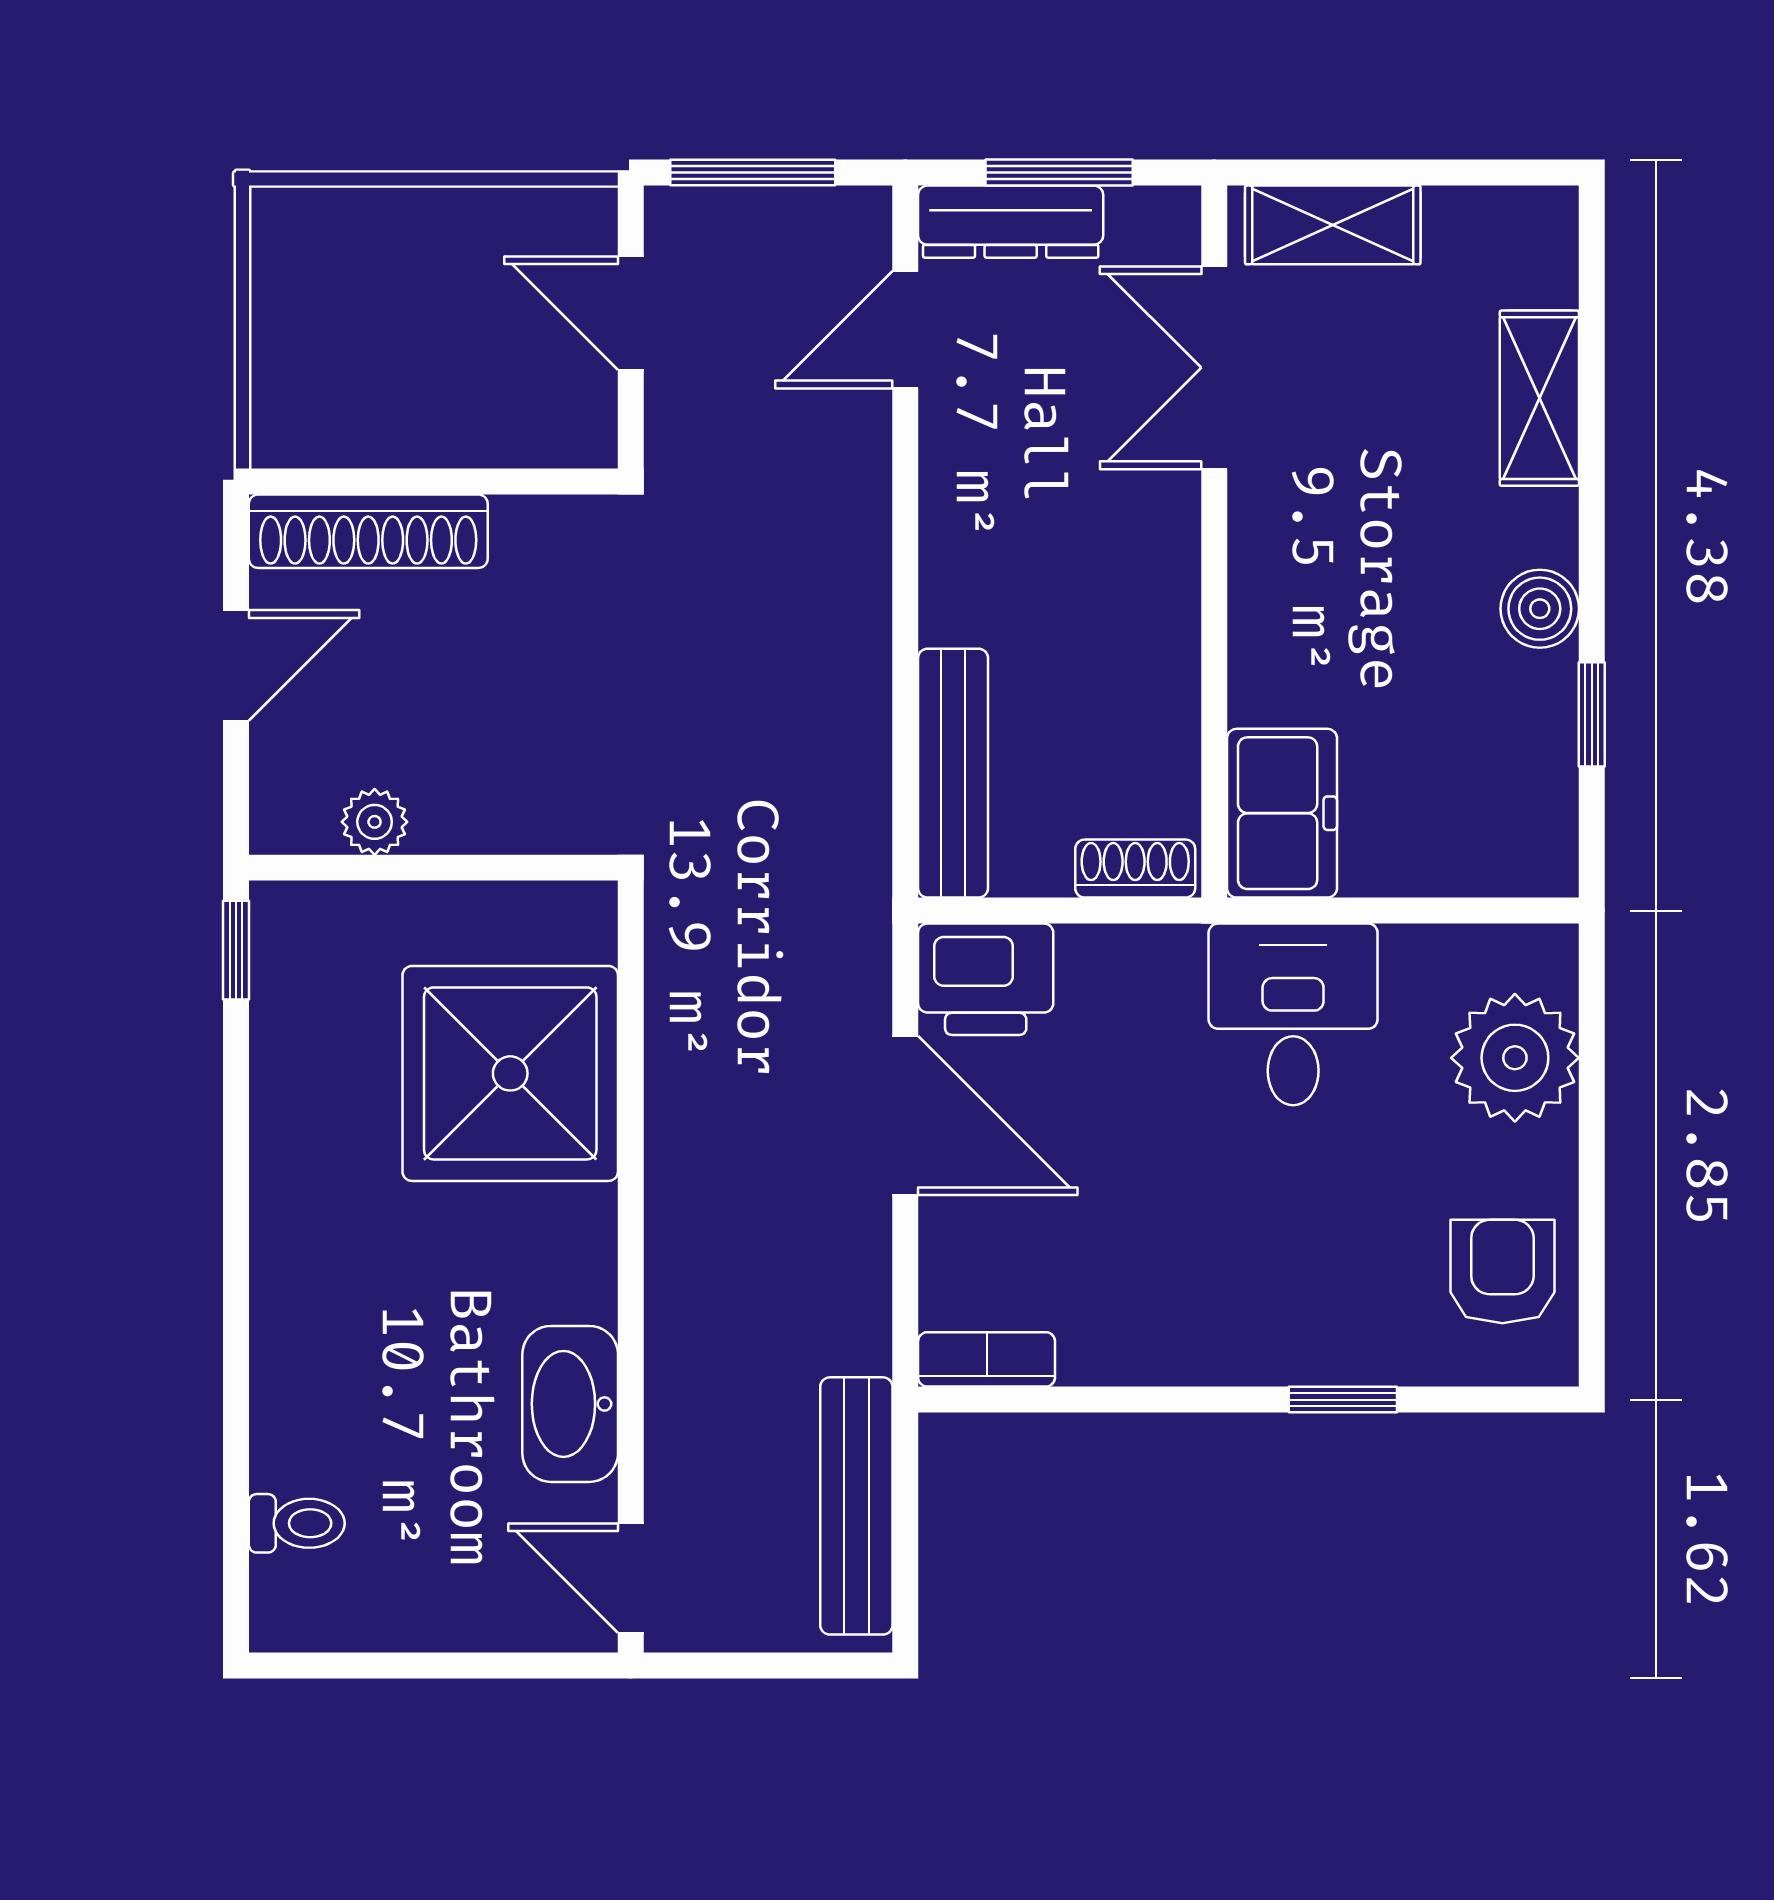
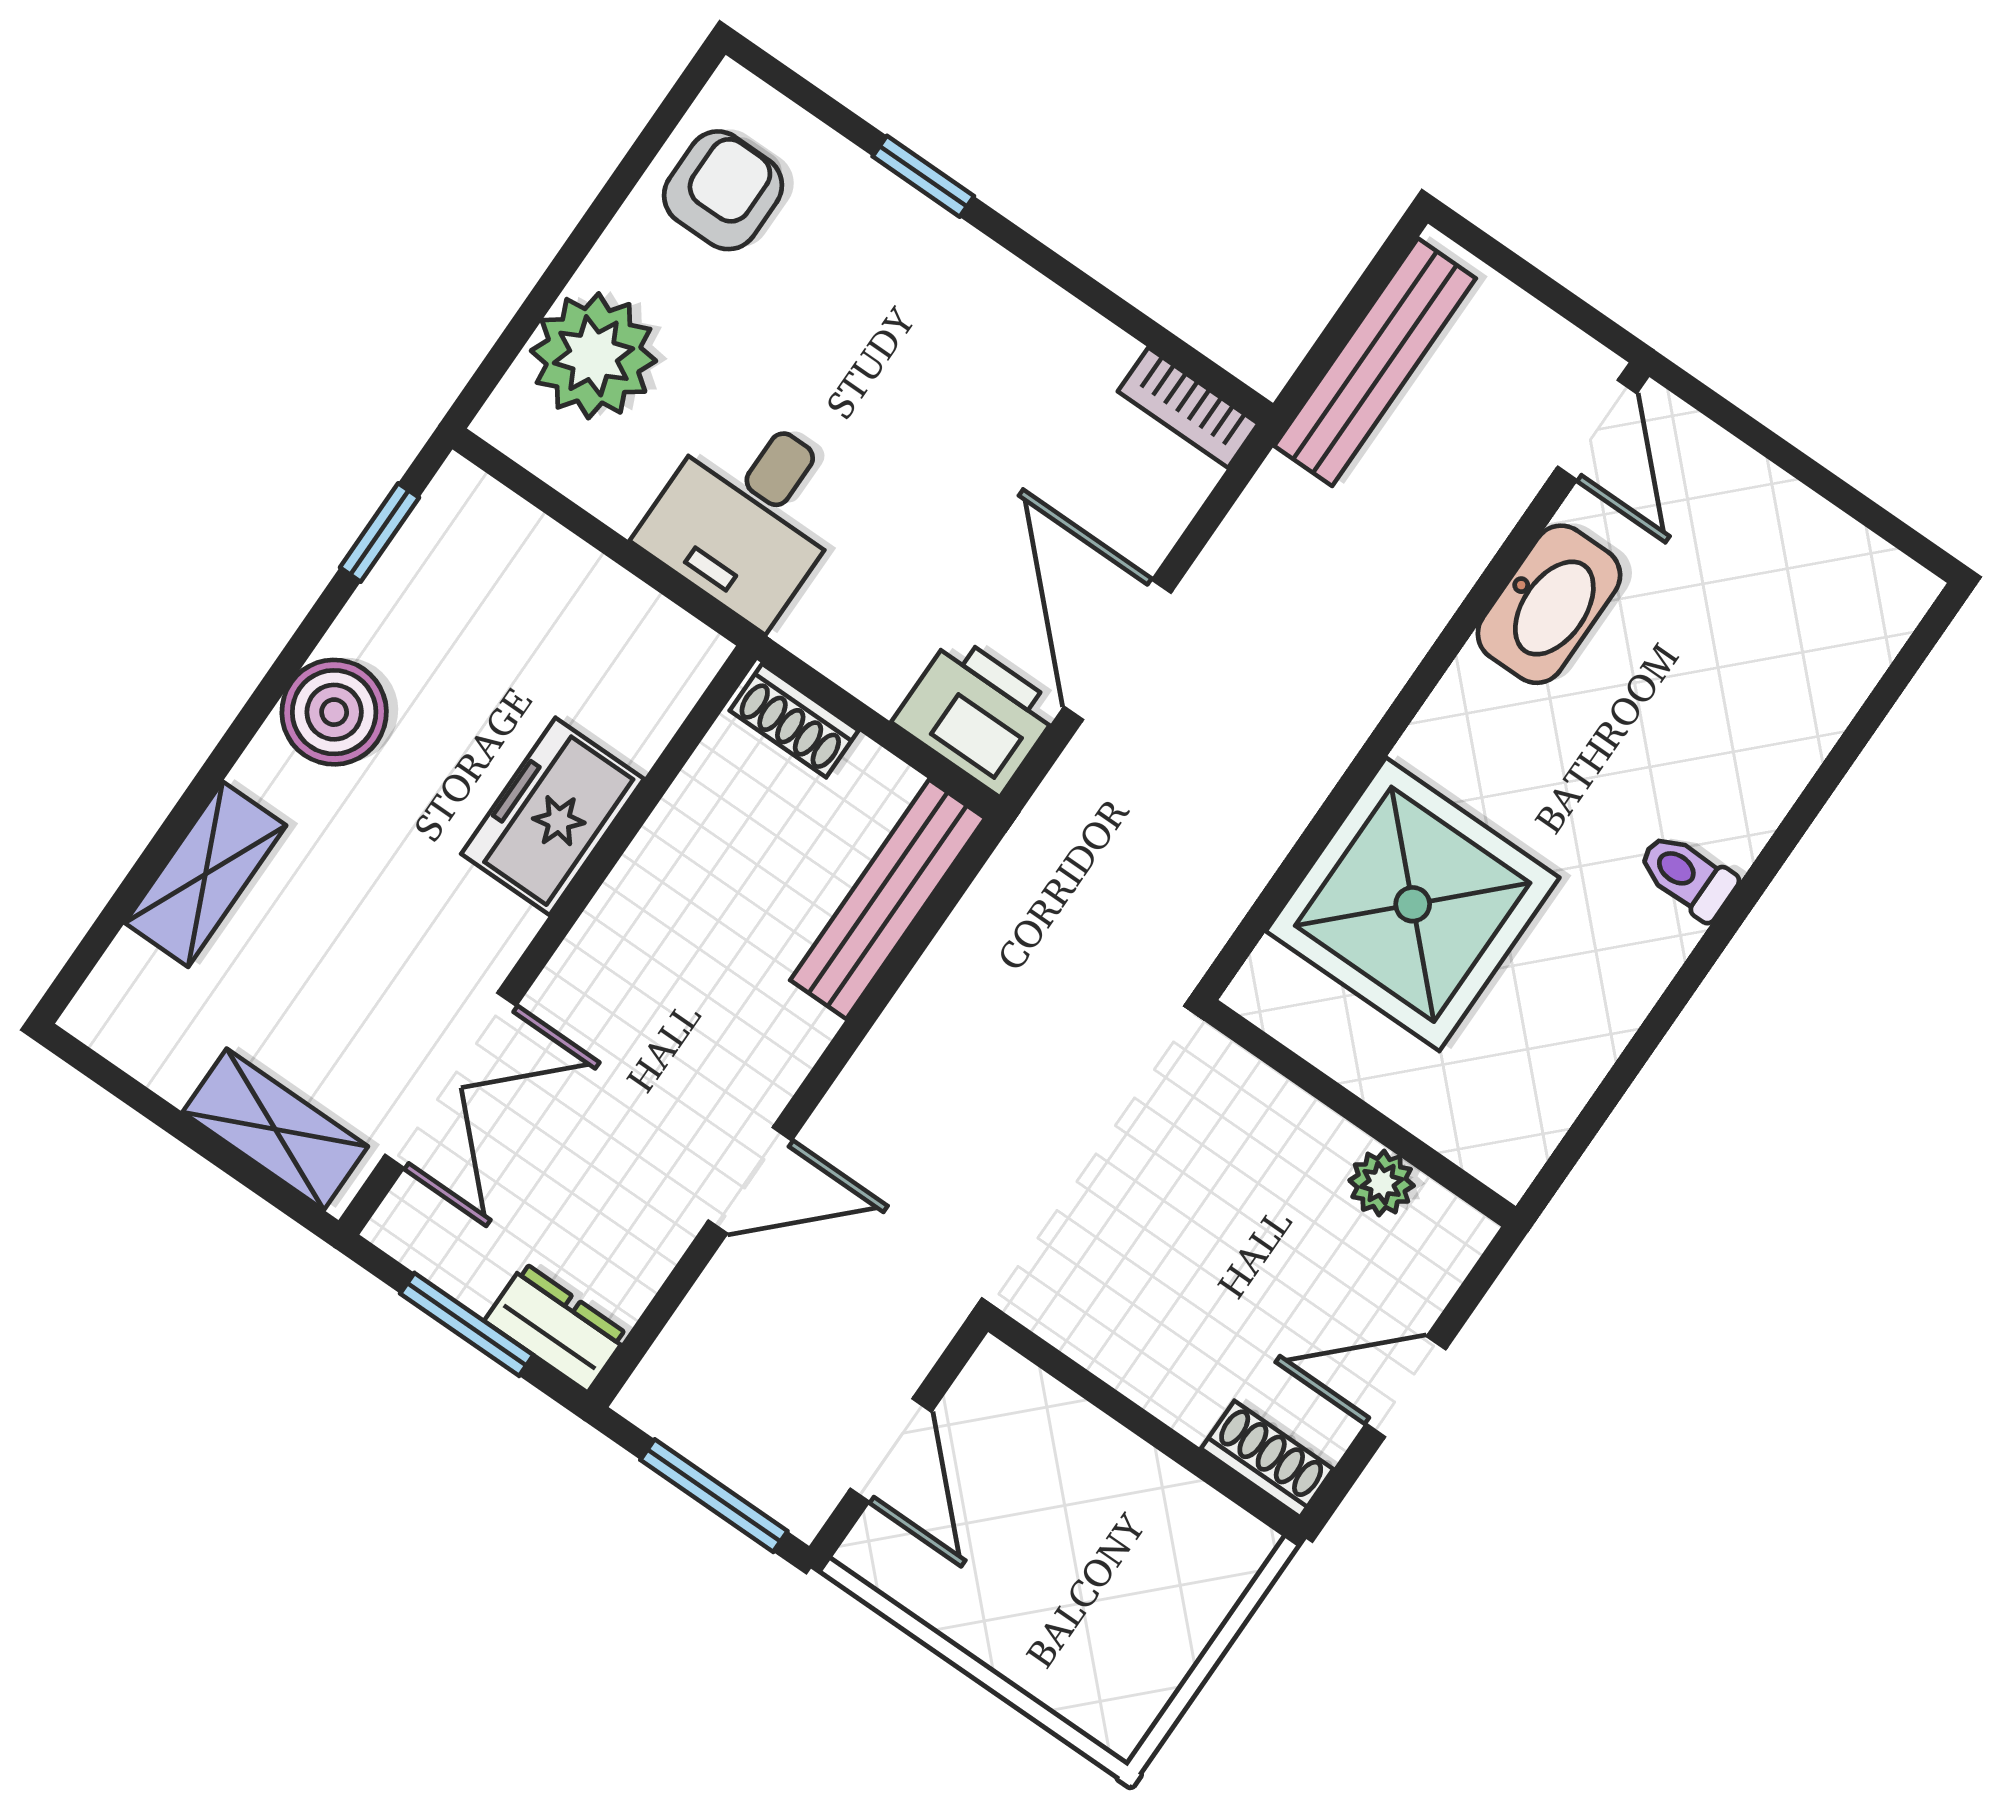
dresser: (1011, 222) -> (556, 1328), width x0.70
door: (905, 330) -> (750, 1180), moved
shoe rack: (368, 531) -> (1267, 1459), width x0.51, depth x0.81
boiler: (1540, 609) -> (334, 712), width x1.36, depth x1.36
window: (1592, 714) -> (379, 533), moved
freezer: (1282, 813) -> (553, 816), moved
window: (236, 950) -> (1565, 1157), removed
armchair: (1502, 1272) -> (723, 190), turned 180
toilet: (297, 1523) -> (1687, 876), moved

